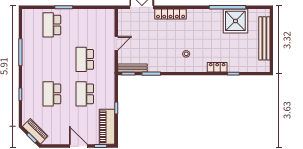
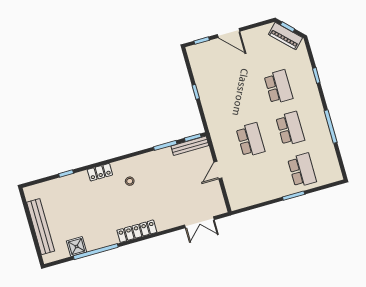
locker: (171, 14) -> (137, 231), moved
shower: (235, 21) -> (77, 246), width x0.54, depth x0.54
locker: (217, 67) -> (100, 172), moved
school desk: (85, 94) -> (290, 129), moved
piano: (107, 127) -> (200, 66), removed

